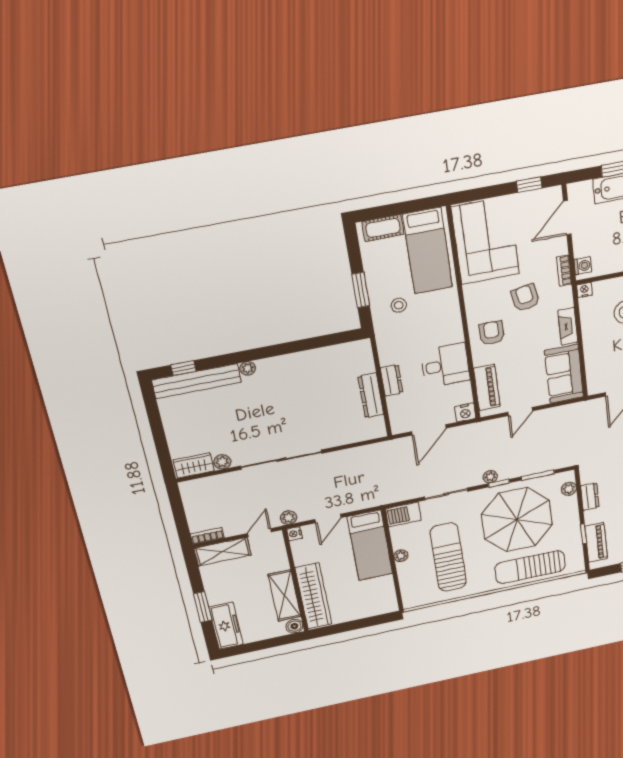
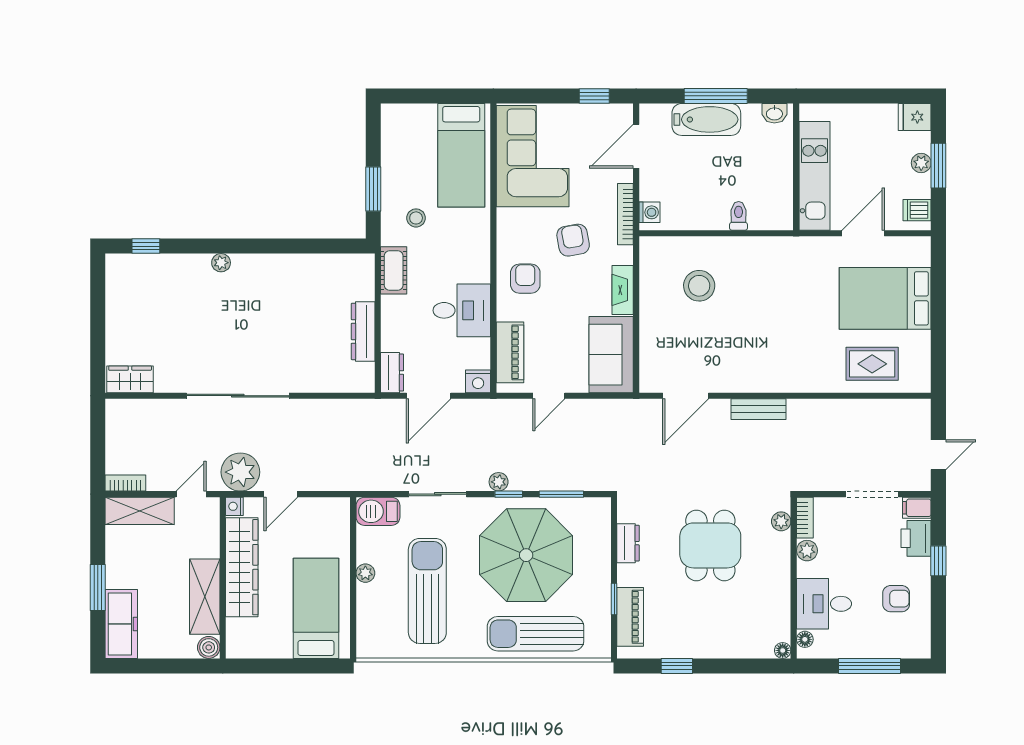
cot: (383, 228) -> (394, 270), moved, turned 90
bookcase: (564, 271) -> (625, 214), width x1.56
nightstand: (584, 290) -> (649, 245), removed
dresser: (392, 380) -> (392, 373), moved
bench: (197, 381) -> (157, 266), removed
plant: (222, 462) -> (165, 382), removed
plant: (569, 489) -> (601, 525), removed
plant: (289, 518) -> (240, 472), width x1.87, depth x1.87
bed: (370, 545) -> (316, 608), moved, turned 180
wardrobe: (314, 596) -> (242, 567), moved

